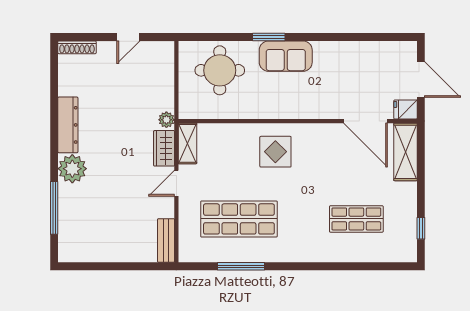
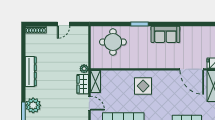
sofa: (286, 56) -> (165, 34), moved
plant: (72, 169) -> (33, 105), moved
door: (176, 183) -> (89, 103), swing flipped

